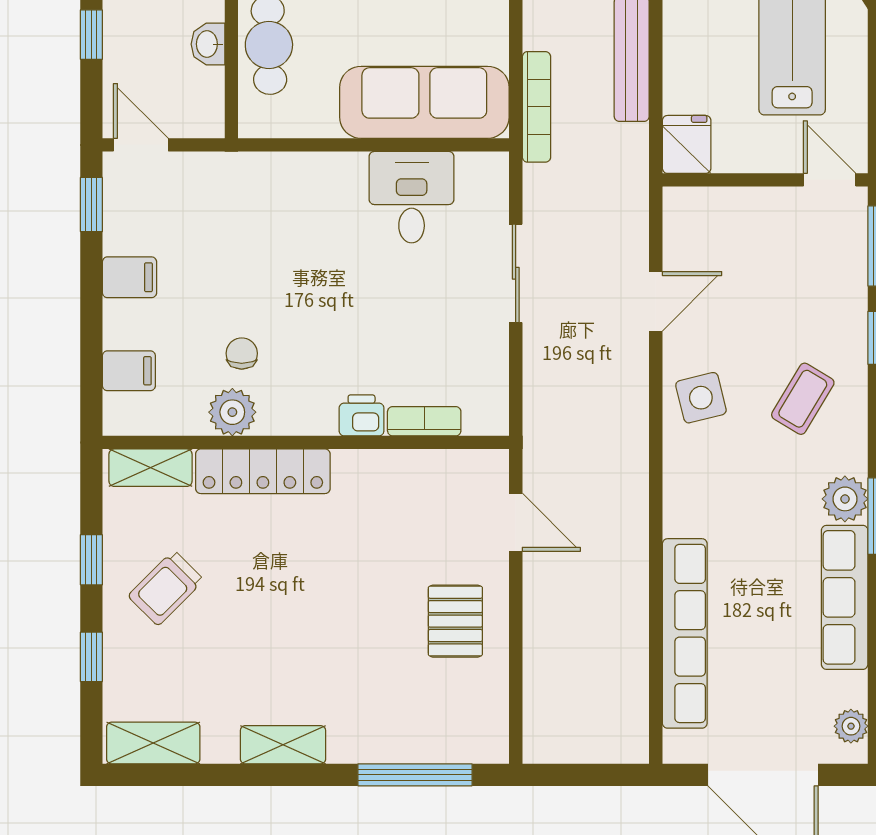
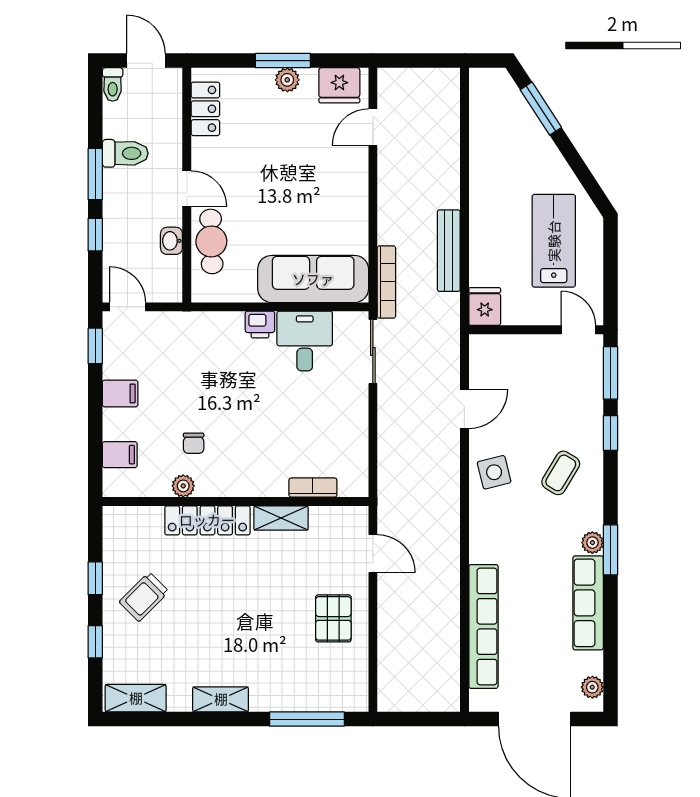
sliding door: (516, 273) -> (373, 351), moved
chair: (242, 353) -> (194, 443), turned 180
plant: (232, 412) -> (183, 486), width x0.73, depth x0.73
printer: (362, 415) -> (260, 324), moved, turned 180
shelving: (151, 468) -> (281, 518), moved
plant: (845, 499) -> (592, 543), width x0.73, depth x0.73

